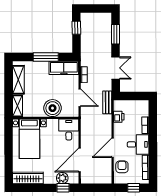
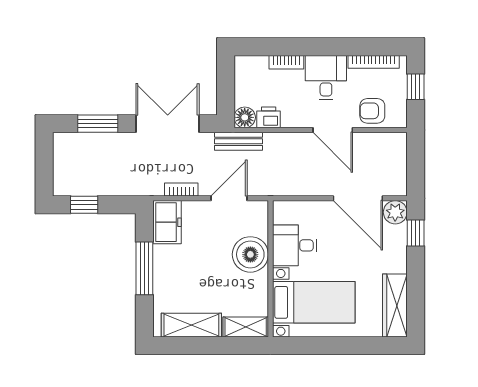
freezer: (64, 68) -> (167, 222), width x0.71
double door: (116, 68) -> (168, 124), width x1.37
floor lamp: (119, 105) -> (245, 117), added
desk: (69, 129) -> (295, 245), moved
plant: (62, 178) -> (395, 212), moved

